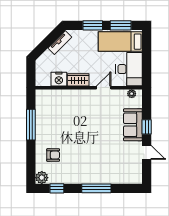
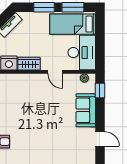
door: (104, 88) -> (55, 72), swing flipped
window: (147, 127) -> (100, 91), moved

